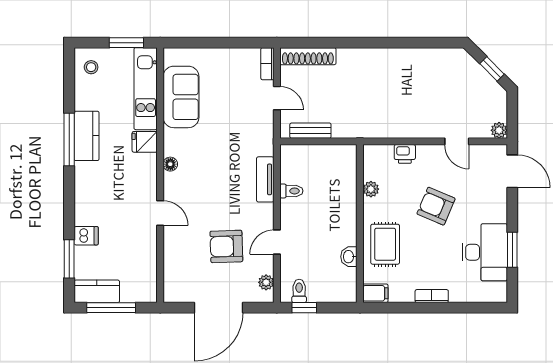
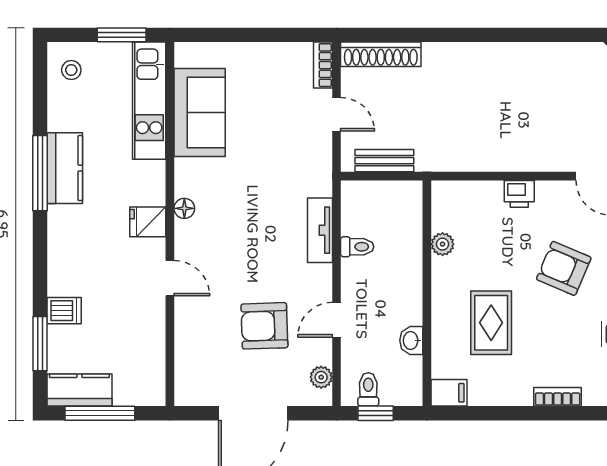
fridge: (145, 142) -> (148, 222), moved
plant: (371, 189) -> (443, 244), moved
wall: (360, 224) -> (427, 293), moved
washbasin: (349, 257) -> (411, 340), moved
filing cabinet: (375, 293) -> (449, 393), moved

